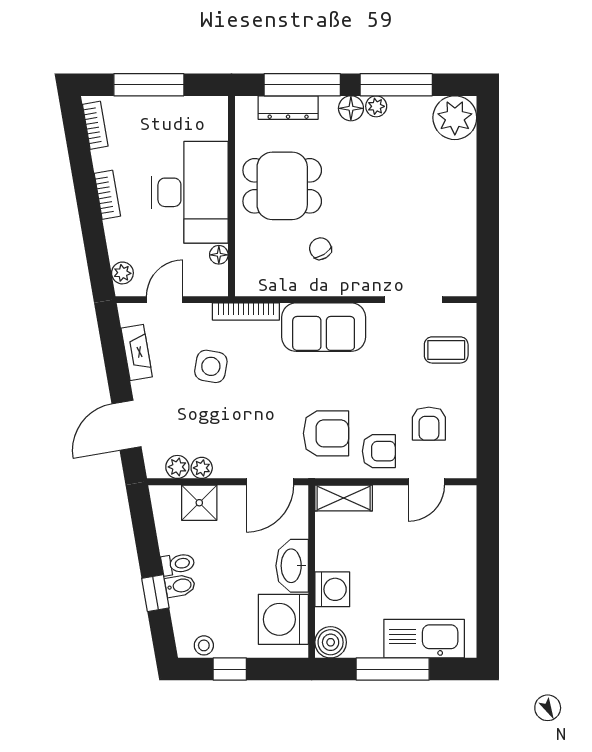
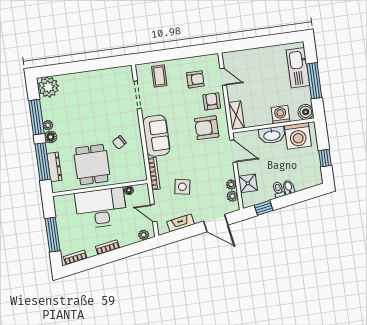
armchair: (326, 433) -> (207, 128), turned -90
window: (155, 593) -> (264, 208), moved
stool: (204, 645) -> (315, 172), removed

